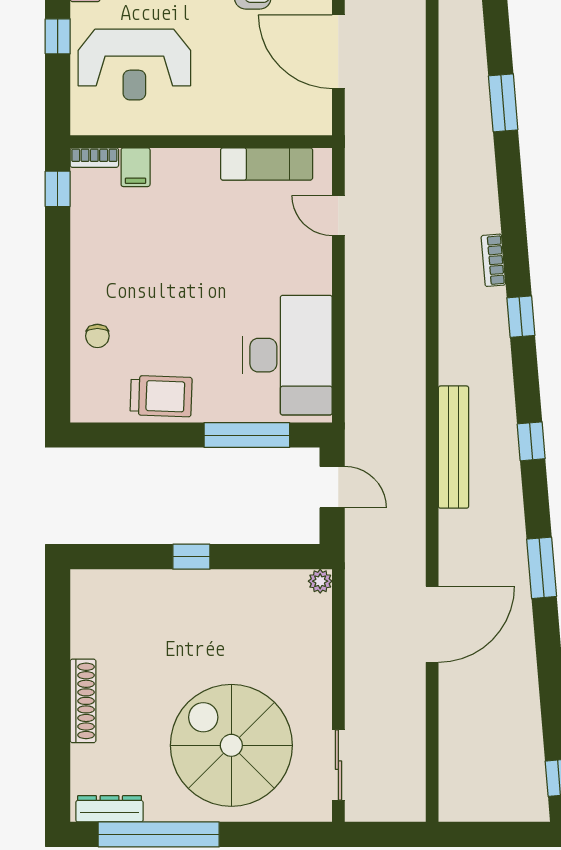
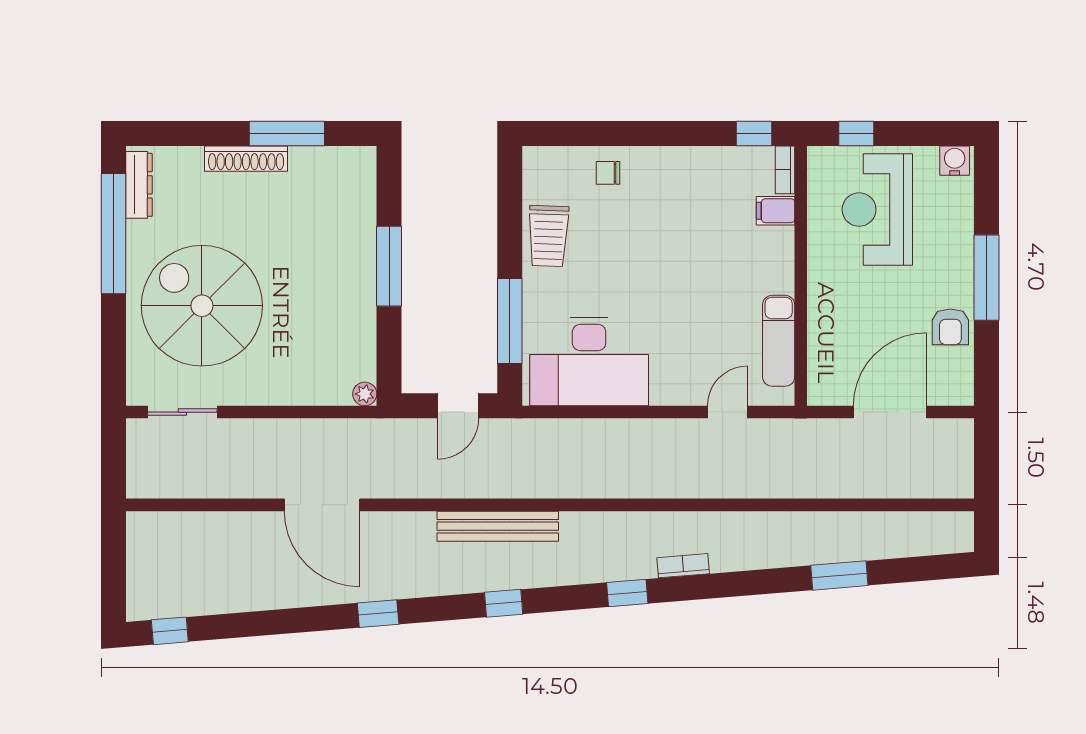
window: (58, 36) -> (856, 133), moved
window: (191, 557) -> (389, 266), width x2.17
window: (542, 568) -> (378, 614), width x0.67
window: (58, 660) -> (287, 133), added
spiral stairs: (231, 745) -> (202, 306), turned -90

